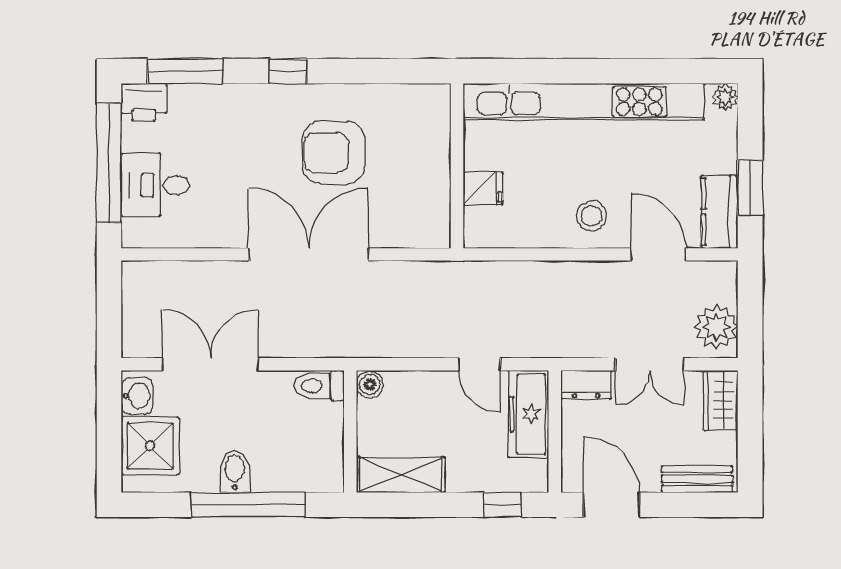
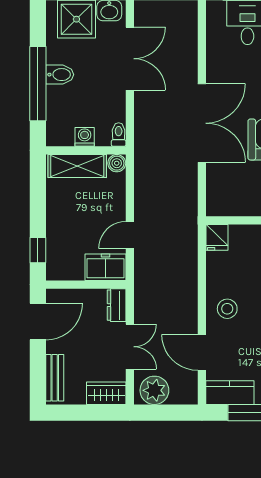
fridge: (483, 189) -> (217, 237), moved
door: (658, 254) -> (202, 352), swing flipped
double door: (650, 364) -> (130, 347), swing flipped
toilet: (319, 386) -> (119, 135), width x0.73, depth x0.72
freezer: (528, 414) -> (105, 267), width x0.71
washing machine: (330, 433) -> (85, 137), added
shelving: (401, 475) -> (77, 166), moved, turned 90

